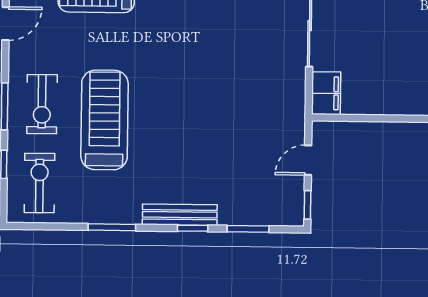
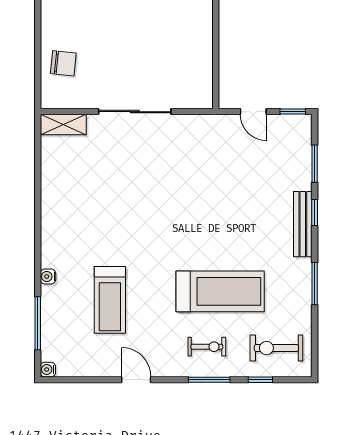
filing cabinet: (326, 93) -> (194, 96), removed
exercise bike: (42, 104) -> (207, 347), width x0.73, depth x0.72
treadmill: (104, 120) -> (220, 291), turned 180

